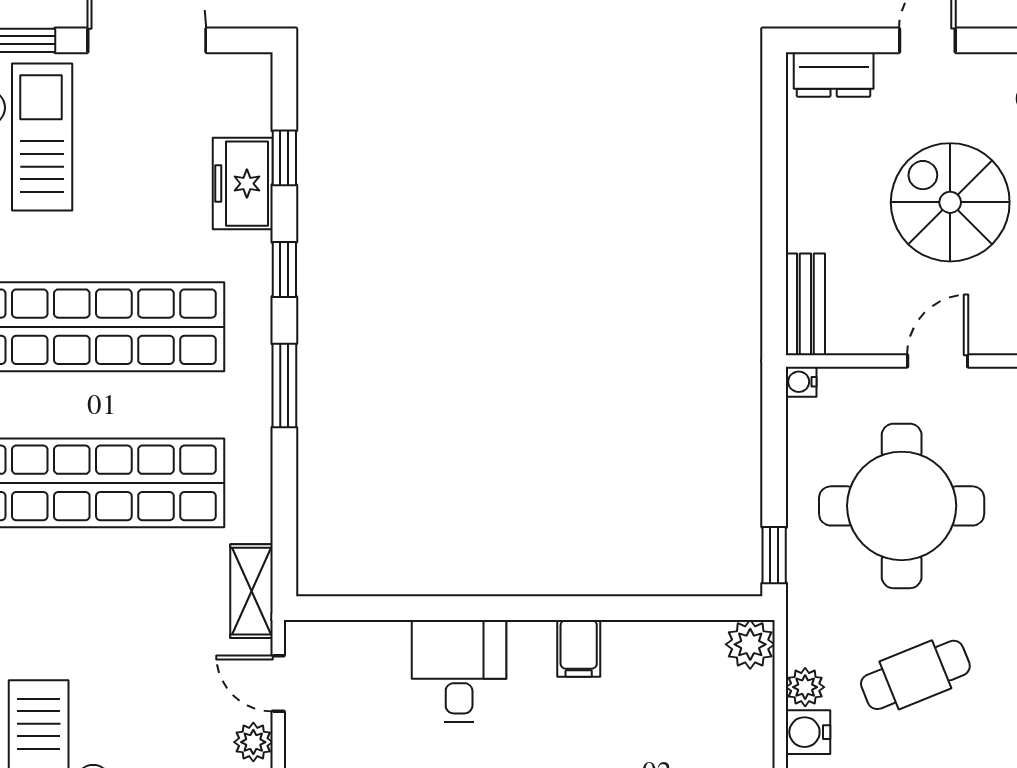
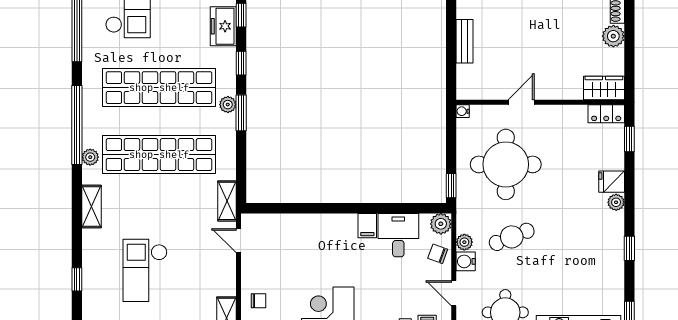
spiral stairs: (950, 202) -> (527, 34), removed
bench: (805, 304) -> (464, 41), moved
desk: (459, 671) -> (398, 235), moved
chair: (743, 714) -> (438, 254), added
plant: (253, 742) -> (228, 105), moved

